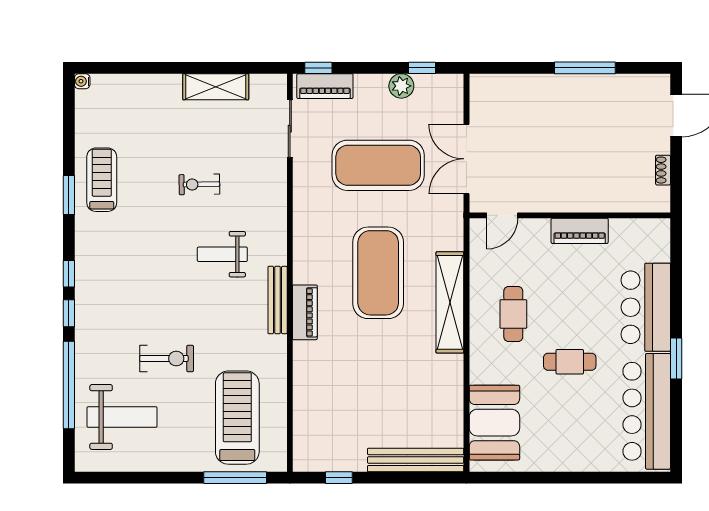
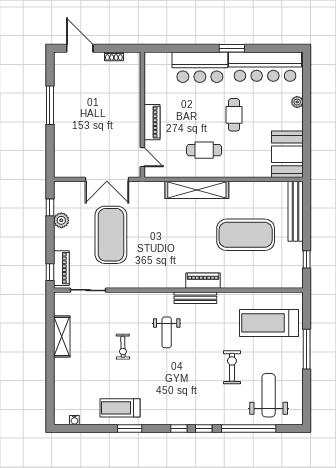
water cooler: (82, 81) -> (74, 420), moved
piano: (580, 231) -> (152, 122), moved
exercise mat: (378, 273) -> (246, 235), moved
booth: (494, 423) -> (287, 154), moved, turned 90
plant: (590, 463) -> (297, 102), added
window: (235, 478) -> (307, 349), moved

